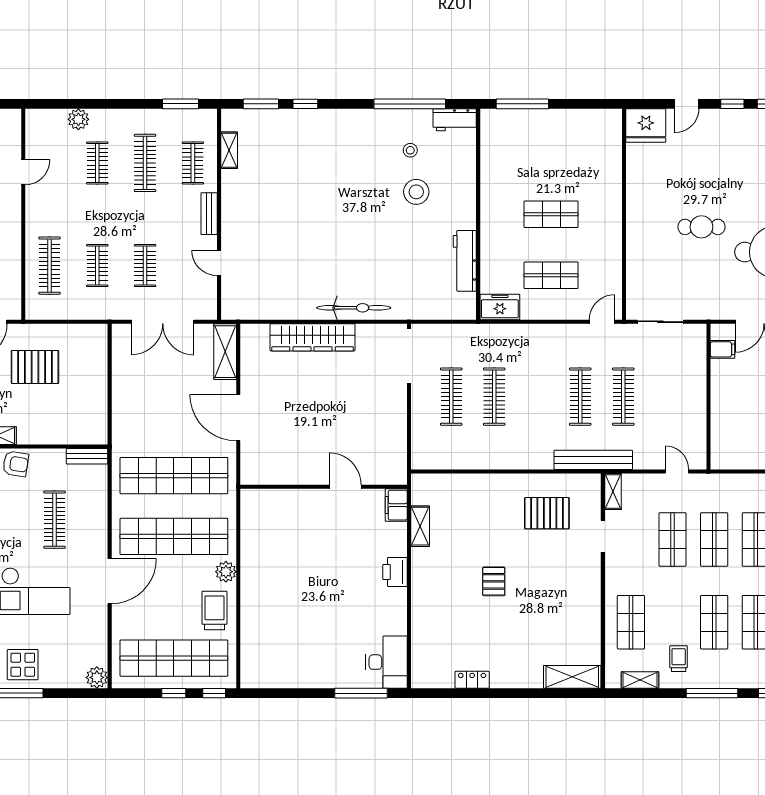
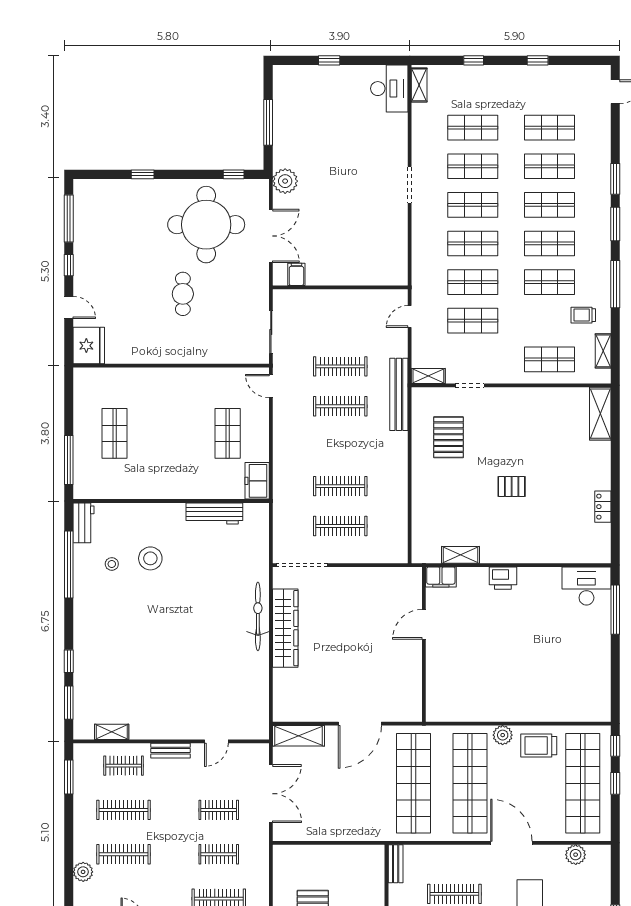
clothes rail: (97, 163) -> (124, 854), width x1.36
shop shelf: (551, 214) -> (115, 433), moved
wardrobe: (313, 337) -> (285, 628), moved
plant: (97, 677) -> (576, 855), moved

